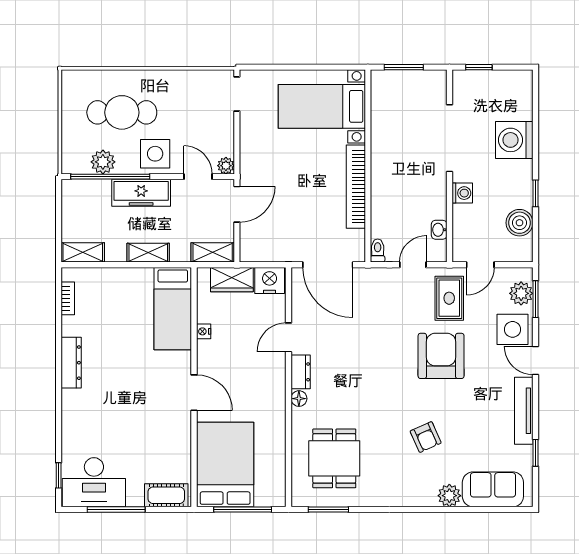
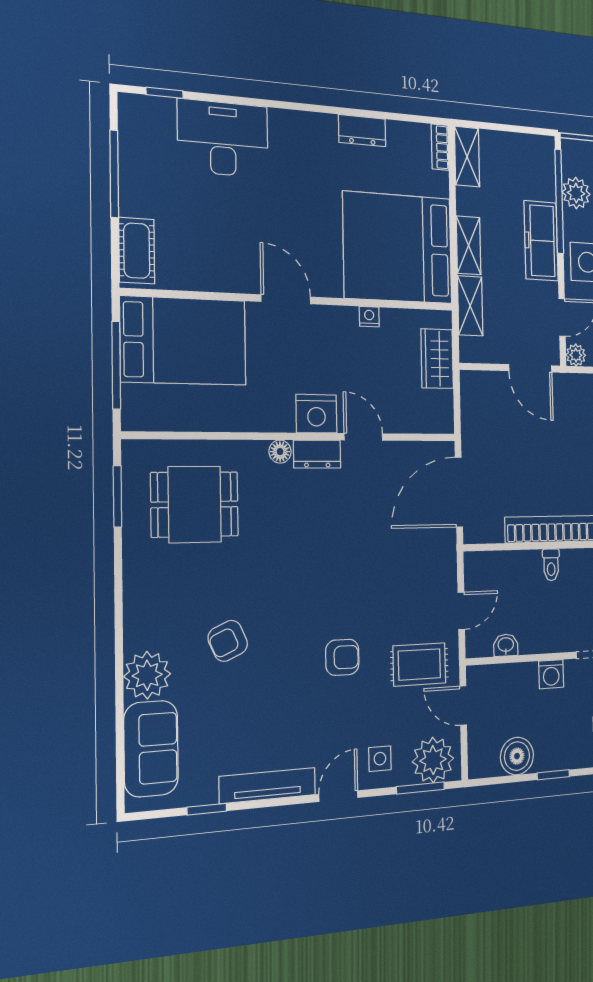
toilet: (378, 250) -> (551, 565), moved, turned 90
shelving: (213, 252) -> (470, 306), moved
door: (413, 265) -> (461, 611), hinge flipped
nightstand: (270, 281) -> (316, 414), moved, turned 90
plant: (521, 293) -> (433, 760), width x1.36, depth x1.36
bookcase: (68, 298) -> (440, 147), moved, turned 90
bed: (173, 309) -> (398, 248), width x2.04
side table: (513, 329) -> (380, 759), width x0.54, depth x0.54
armchair: (441, 356) -> (342, 657), width x0.53, depth x0.53
dresser: (71, 363) -> (362, 131), moved, width x0.70
door: (194, 393) -> (286, 299), swing flipped
desk: (94, 482) -> (223, 138), moved, turned 90
plant: (449, 496) -> (147, 675), width x1.36, depth x1.36

